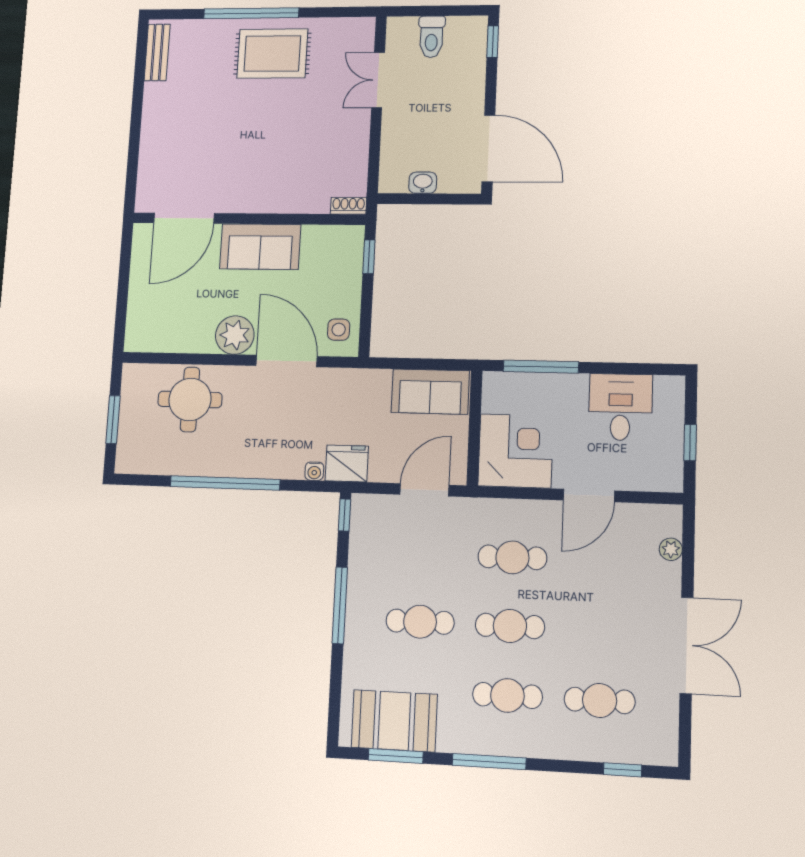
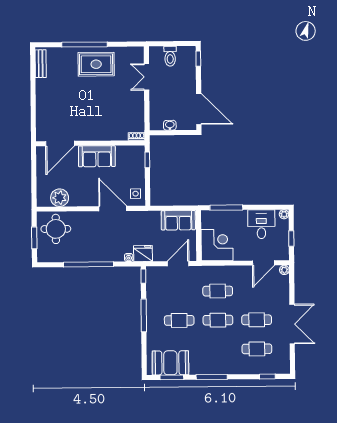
plant: (235, 335) -> (60, 198), moved
plant: (674, 386) -> (284, 214), added
round table: (190, 399) -> (56, 229), moved
door: (589, 495) -> (263, 263), moved
plant: (671, 549) -> (284, 270), moved
cafe table: (507, 695) -> (257, 320), moved

